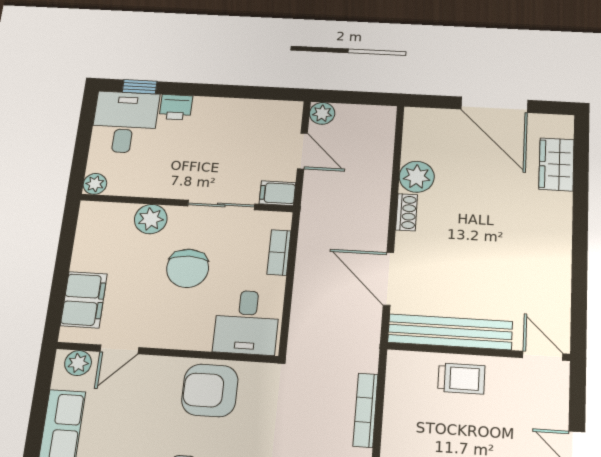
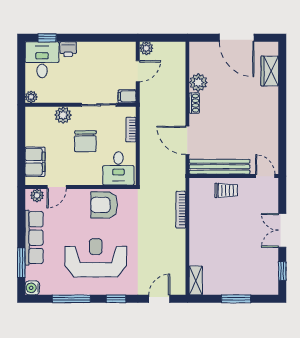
door: (302, 151) -> (138, 71), hinge flipped

